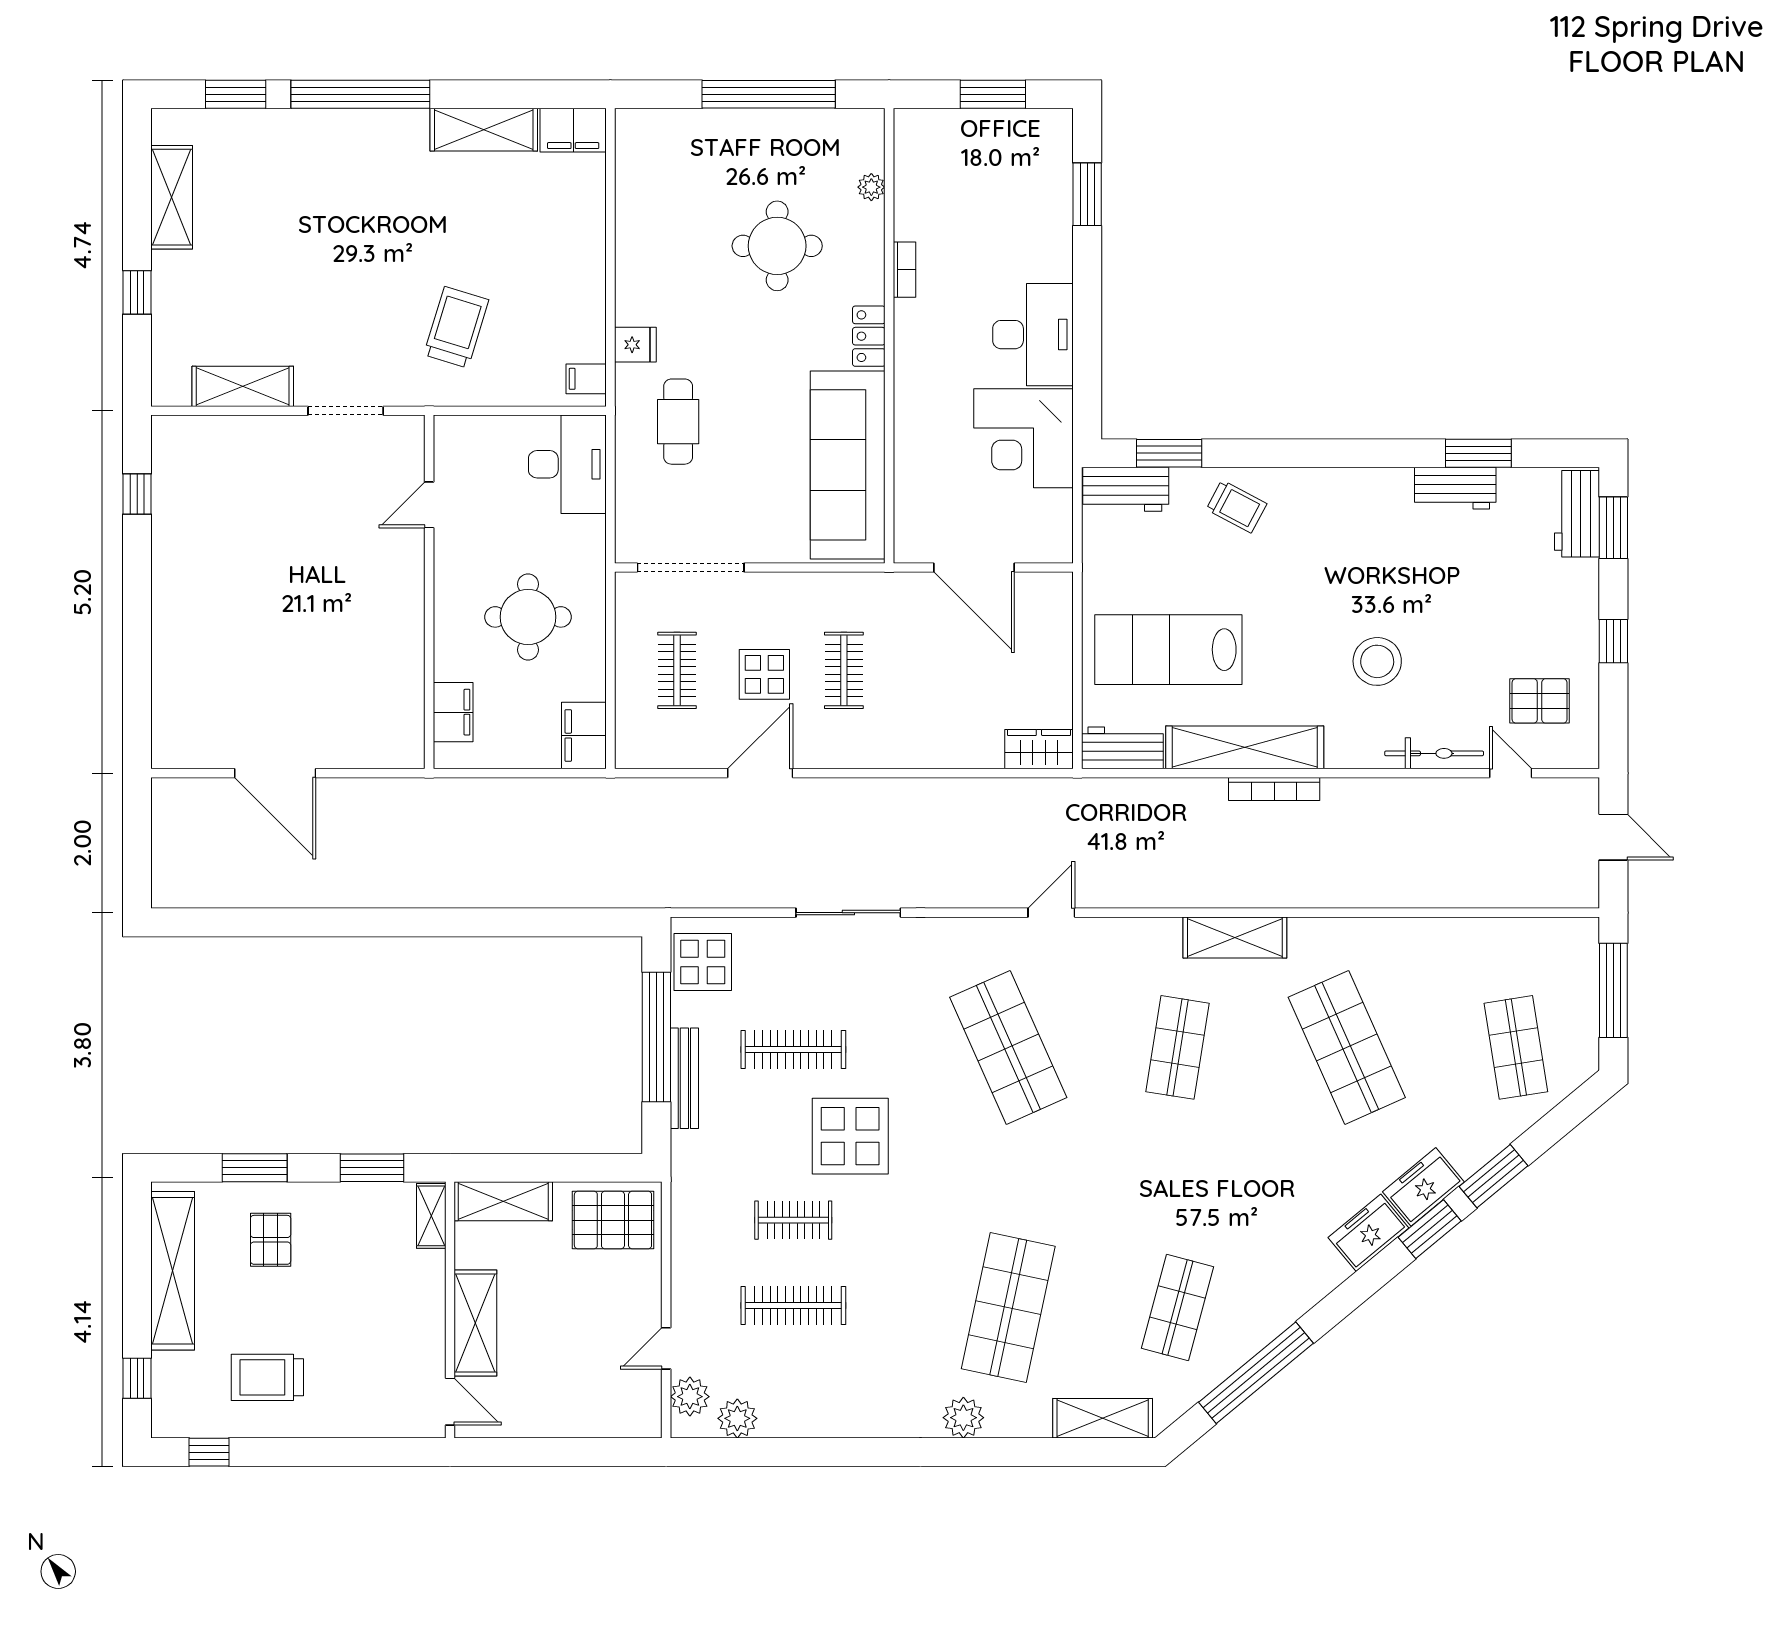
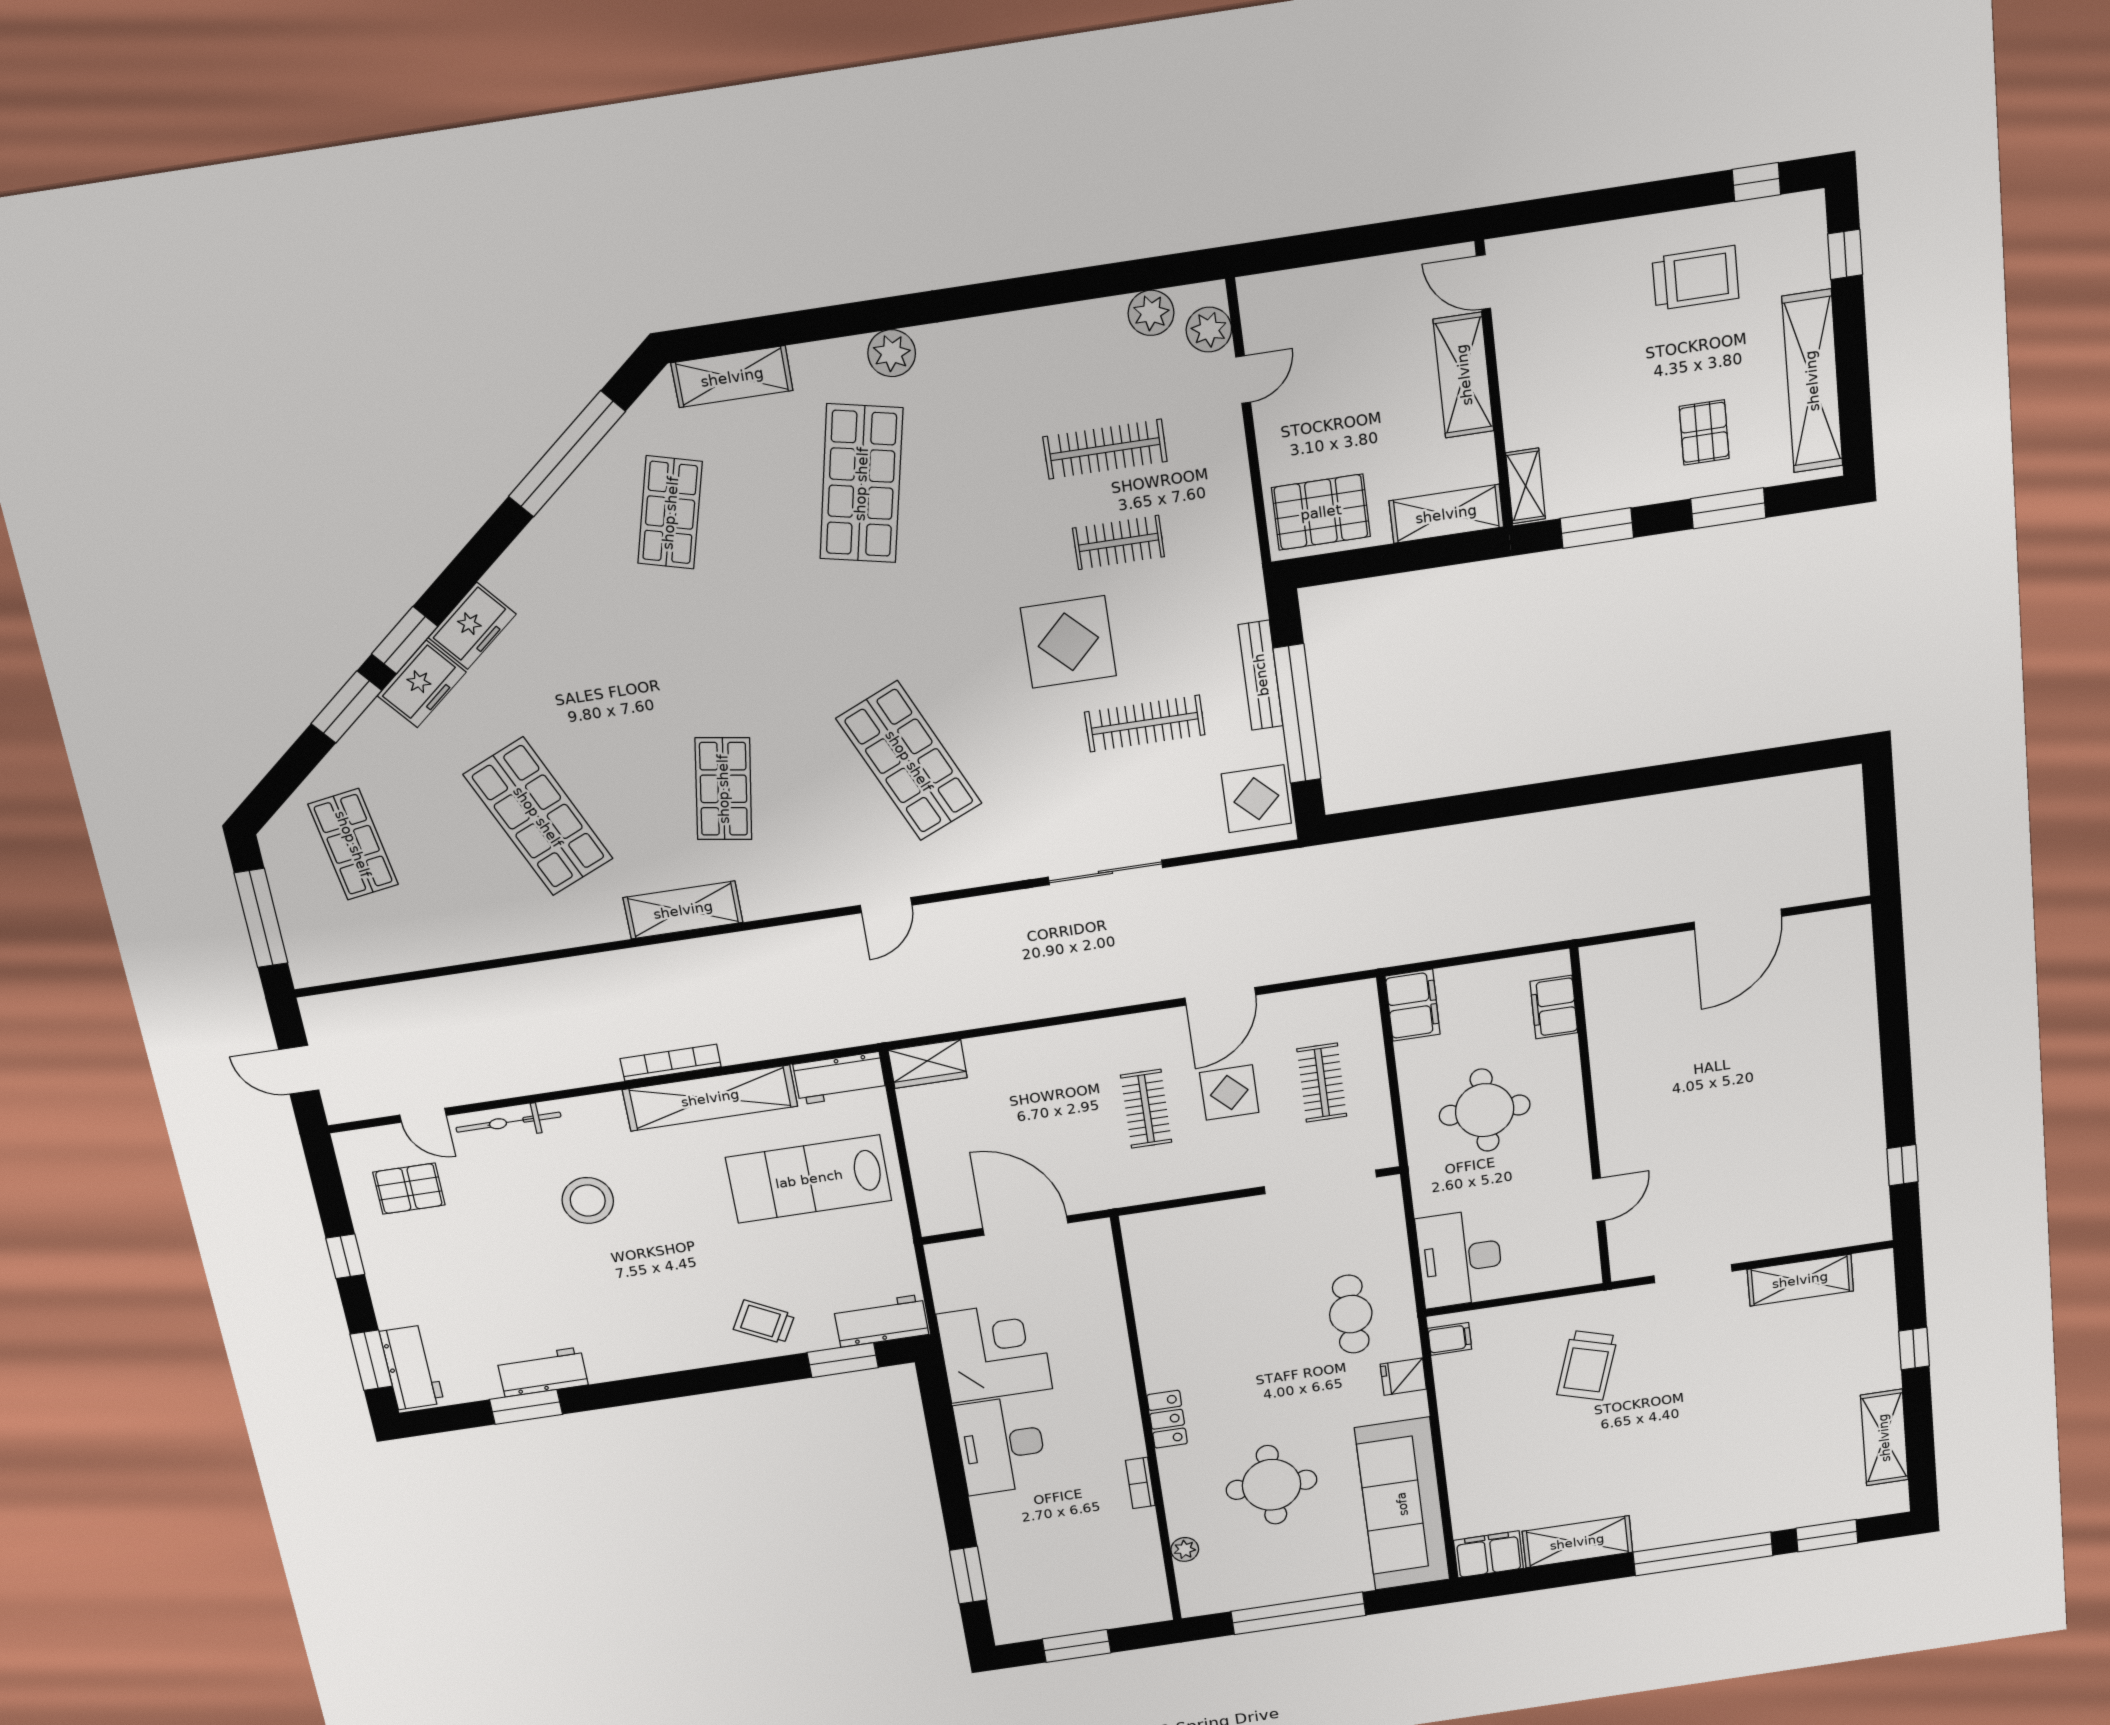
sofa: (848, 465) -> (1402, 1504), moved, turned 180
lab bench: (1168, 650) -> (809, 1179), turned 180
door: (275, 773) -> (1738, 919), swing flipped

